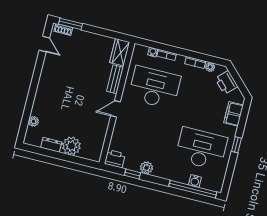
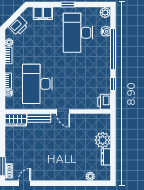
plant: (146, 168) -> (105, 13), moved
window: (193, 189) -> (113, 49), moved

